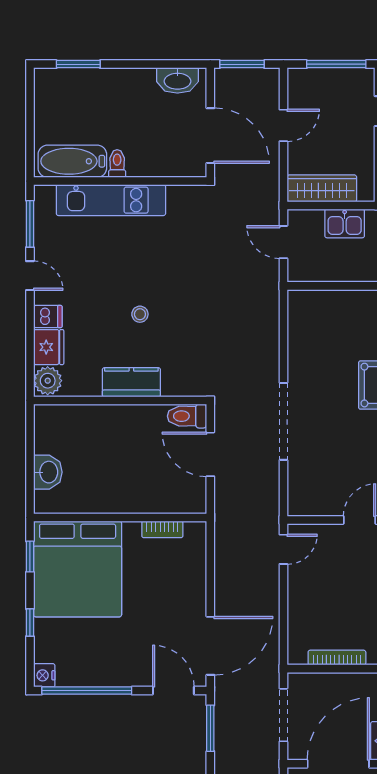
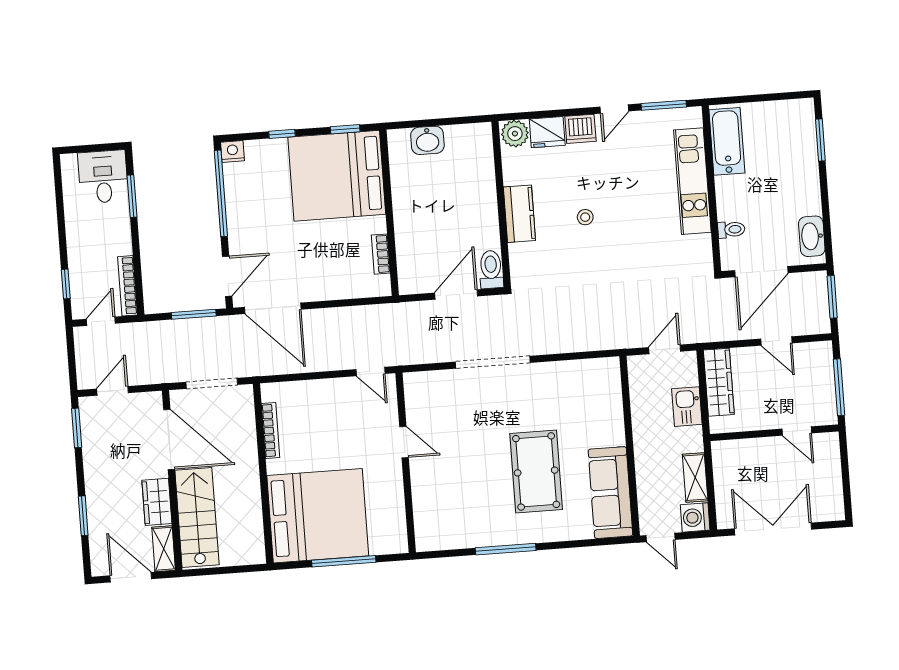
toilet: (117, 164) -> (731, 230), moved
dishwasher: (48, 317) -> (580, 129), width x1.38

